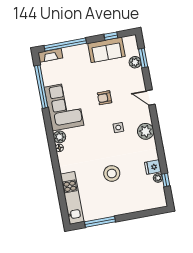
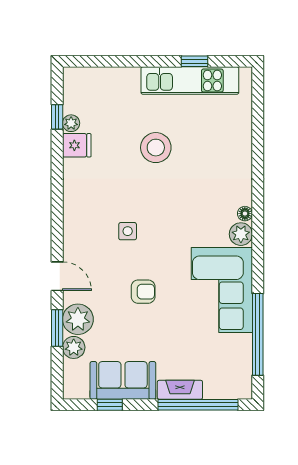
fireplace: (50, 55) -> (180, 390), moved
window: (143, 58) -> (57, 328), moved
plant: (146, 131) -> (78, 319), moved
kitchen unit: (72, 198) -> (190, 81), moved, turned -90
window: (100, 222) -> (195, 61), width x0.46

